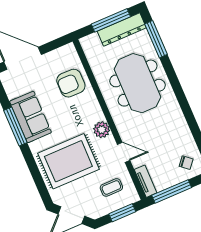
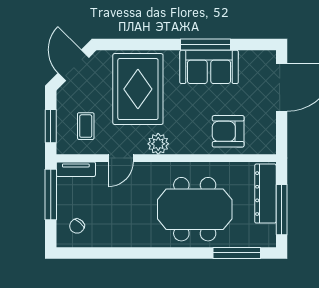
dresser: (122, 29) -> (265, 194), moved
armchair: (71, 83) -> (228, 131), turned -90

